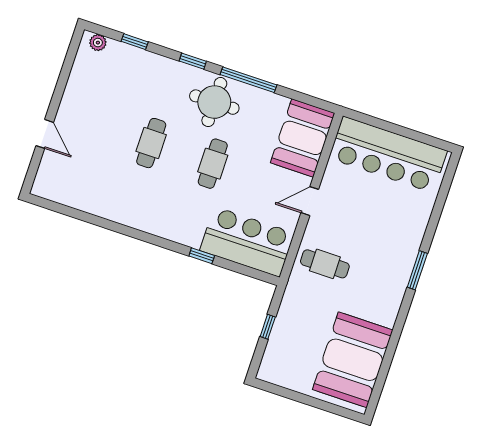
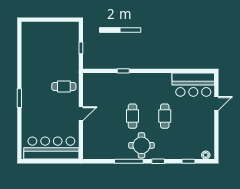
door: (45, 134) -> (216, 104), swing flipped
booth: (303, 138) -> (94, 142), removed
bar counter: (247, 242) -> (193, 85), moved
booth: (353, 360) -> (36, 46), removed

